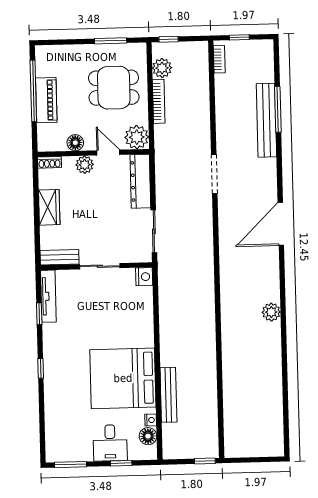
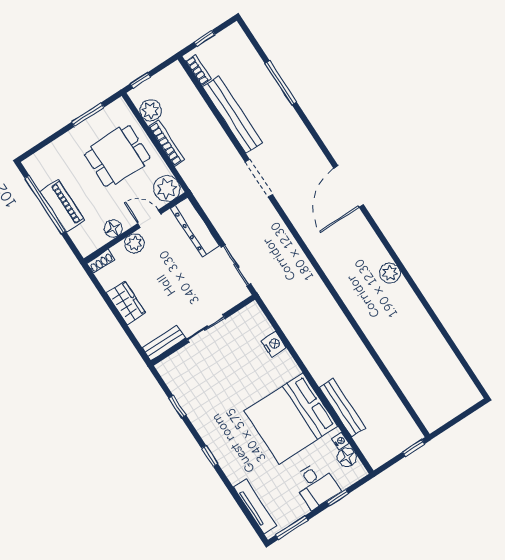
bench: (266, 120) -> (232, 115), moved
nightstand: (144, 277) -> (273, 344), moved
tv unit: (48, 296) -> (255, 506), moved

